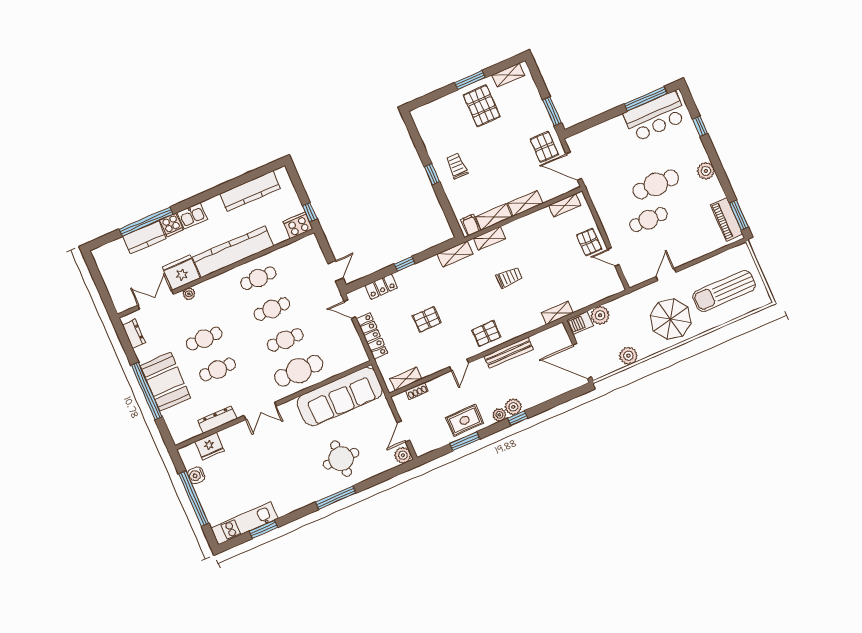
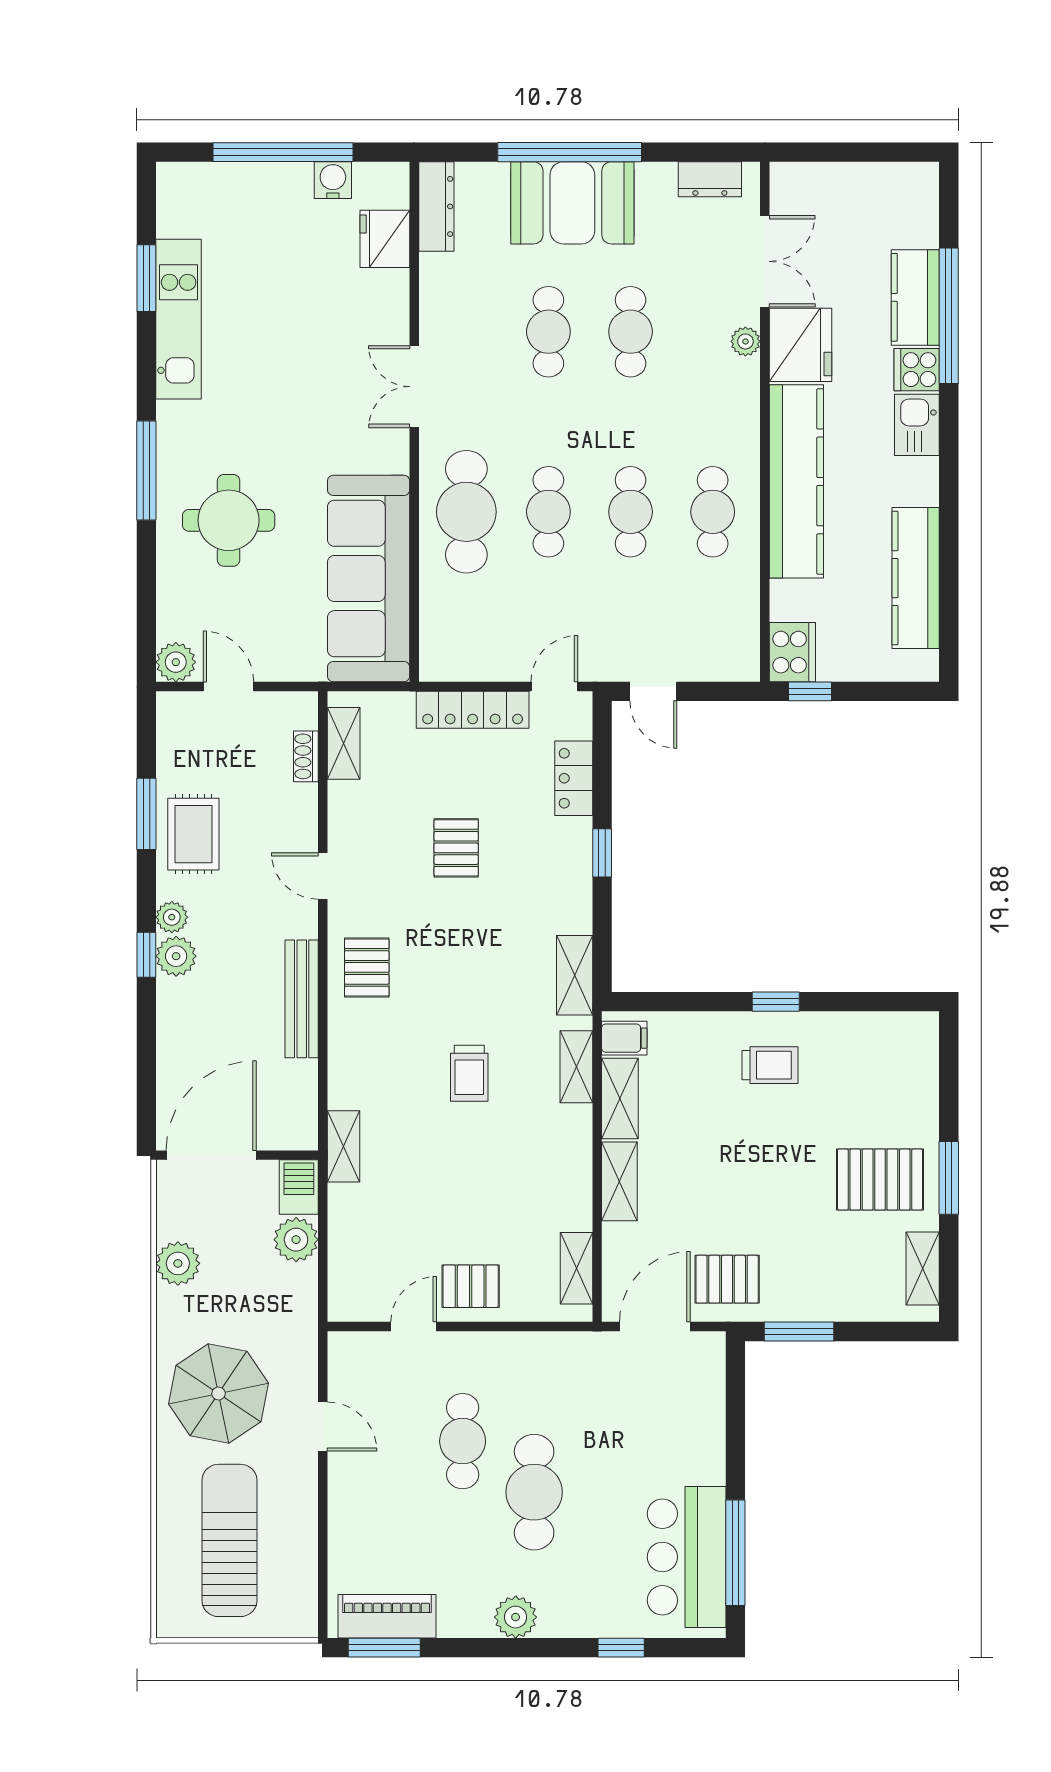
dresser: (217, 420) -> (436, 206), moved
kitchen unit: (244, 523) -> (179, 319), moved

